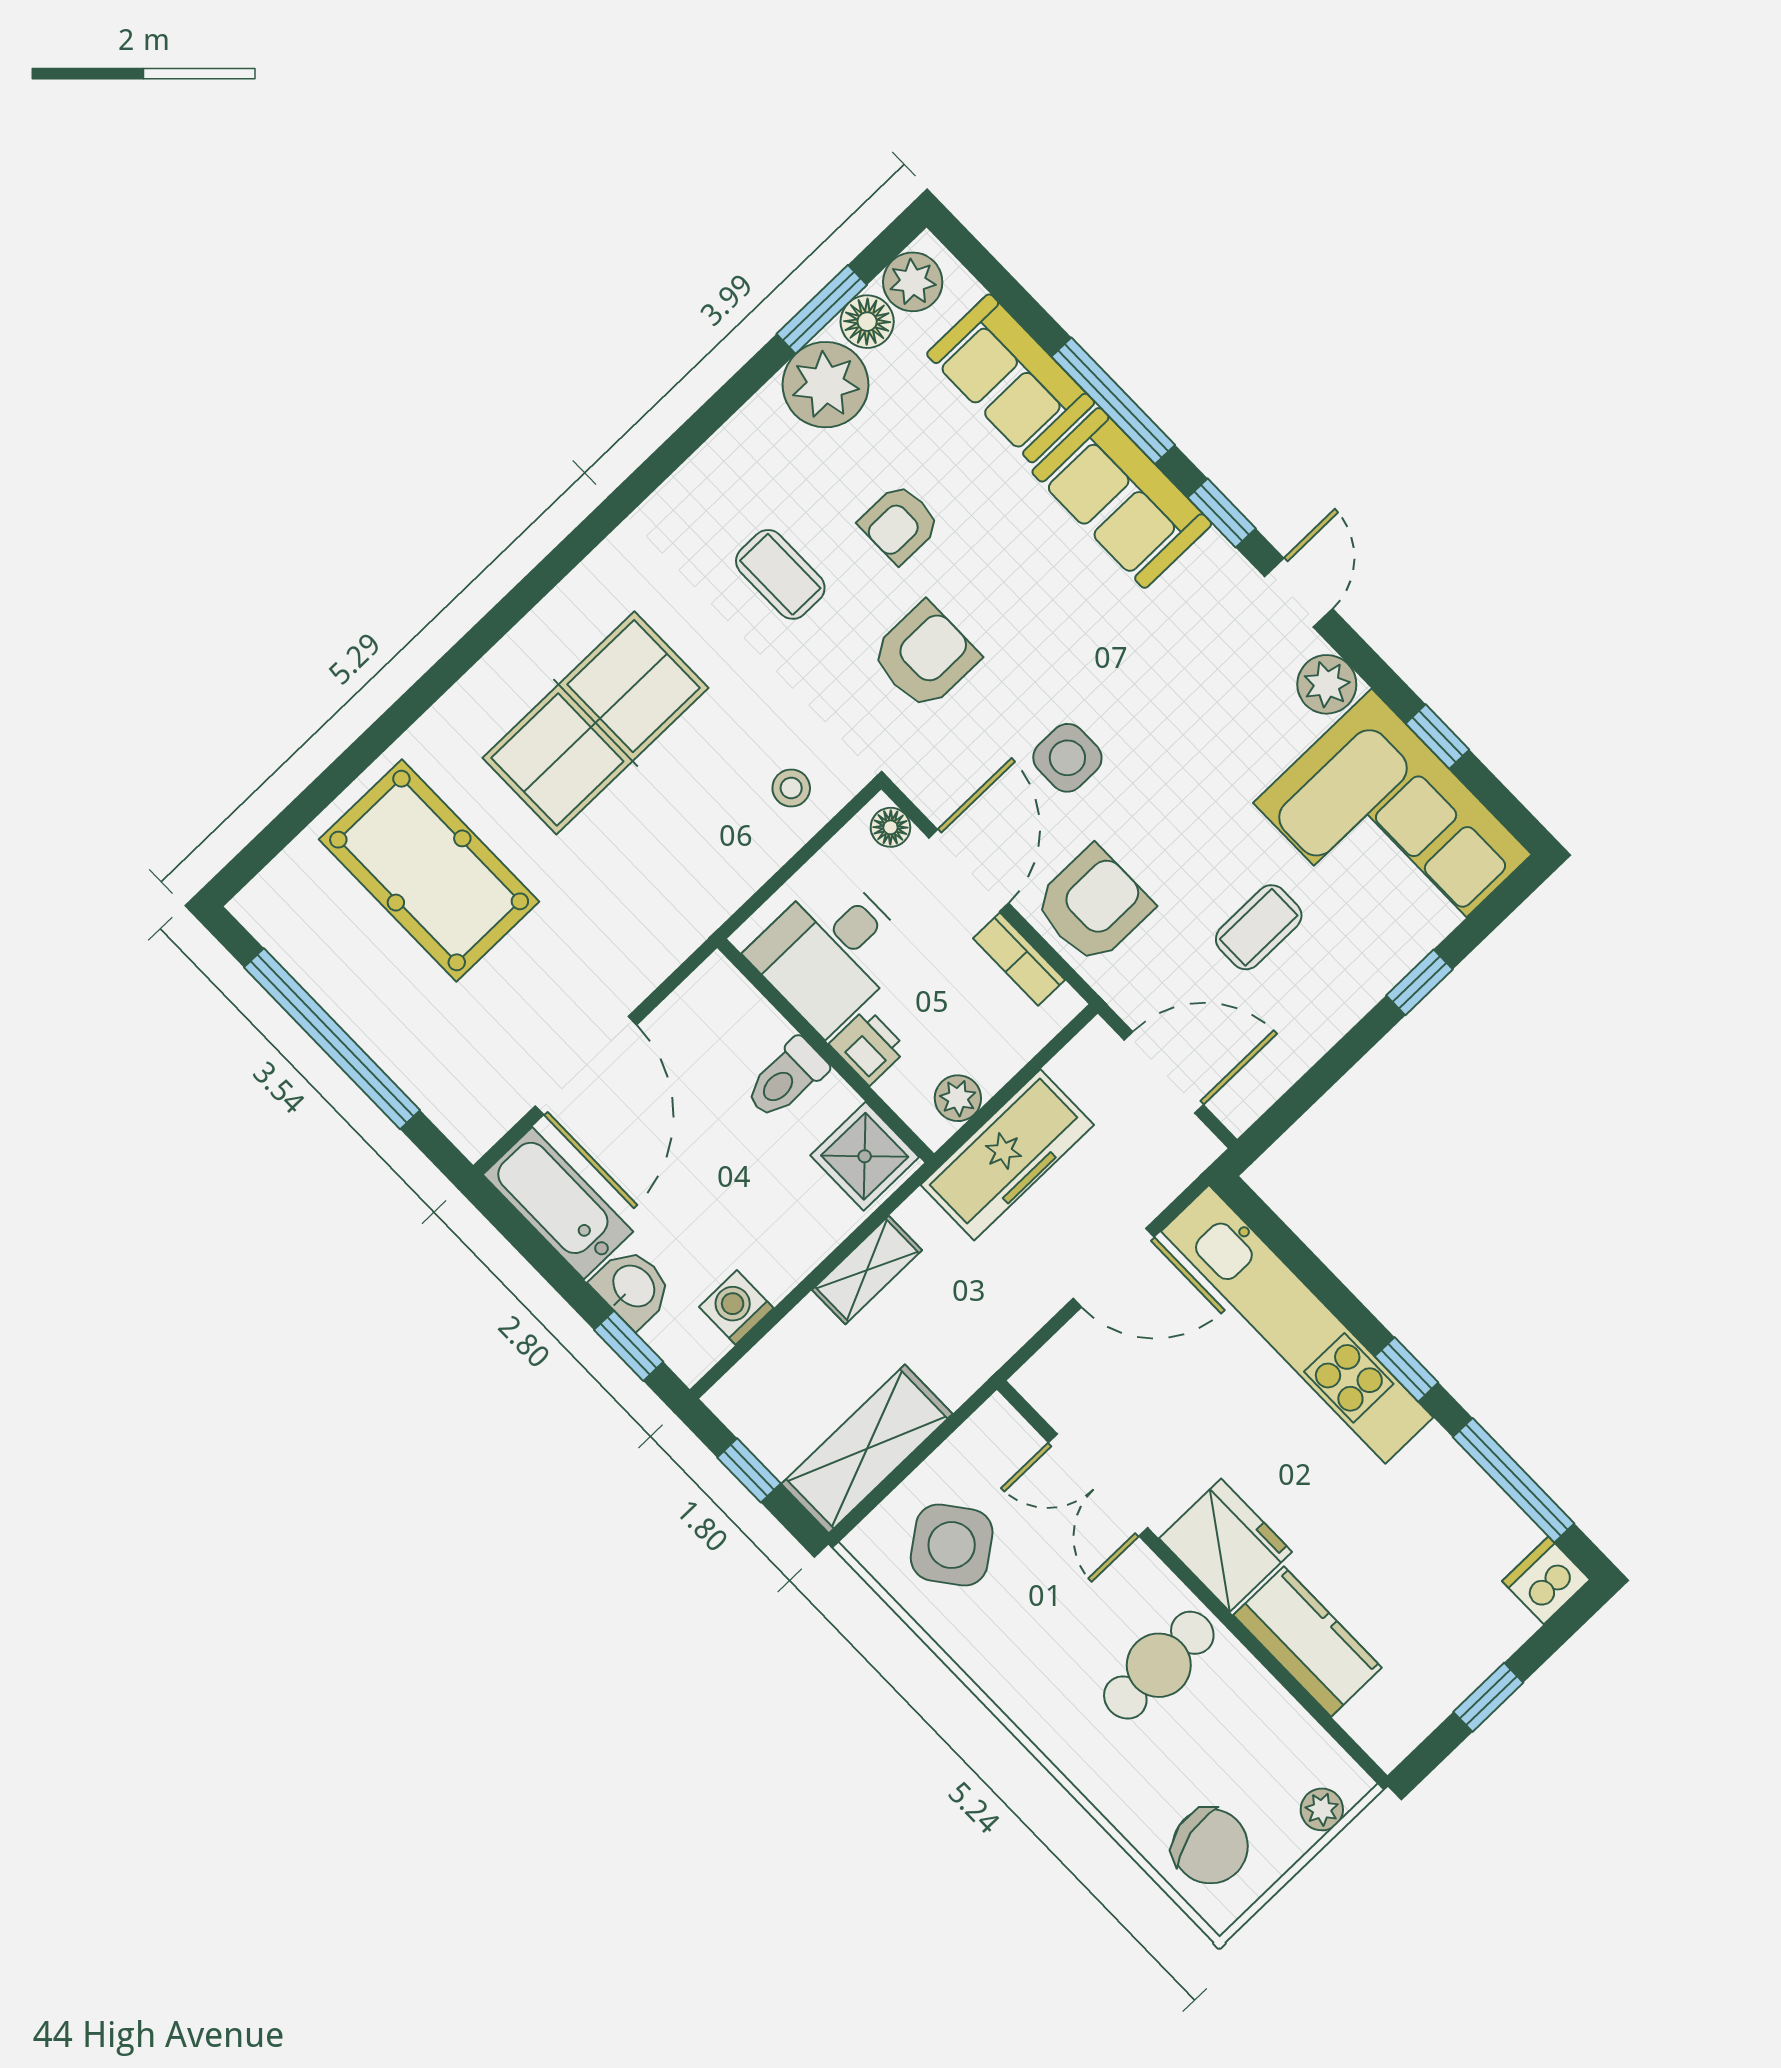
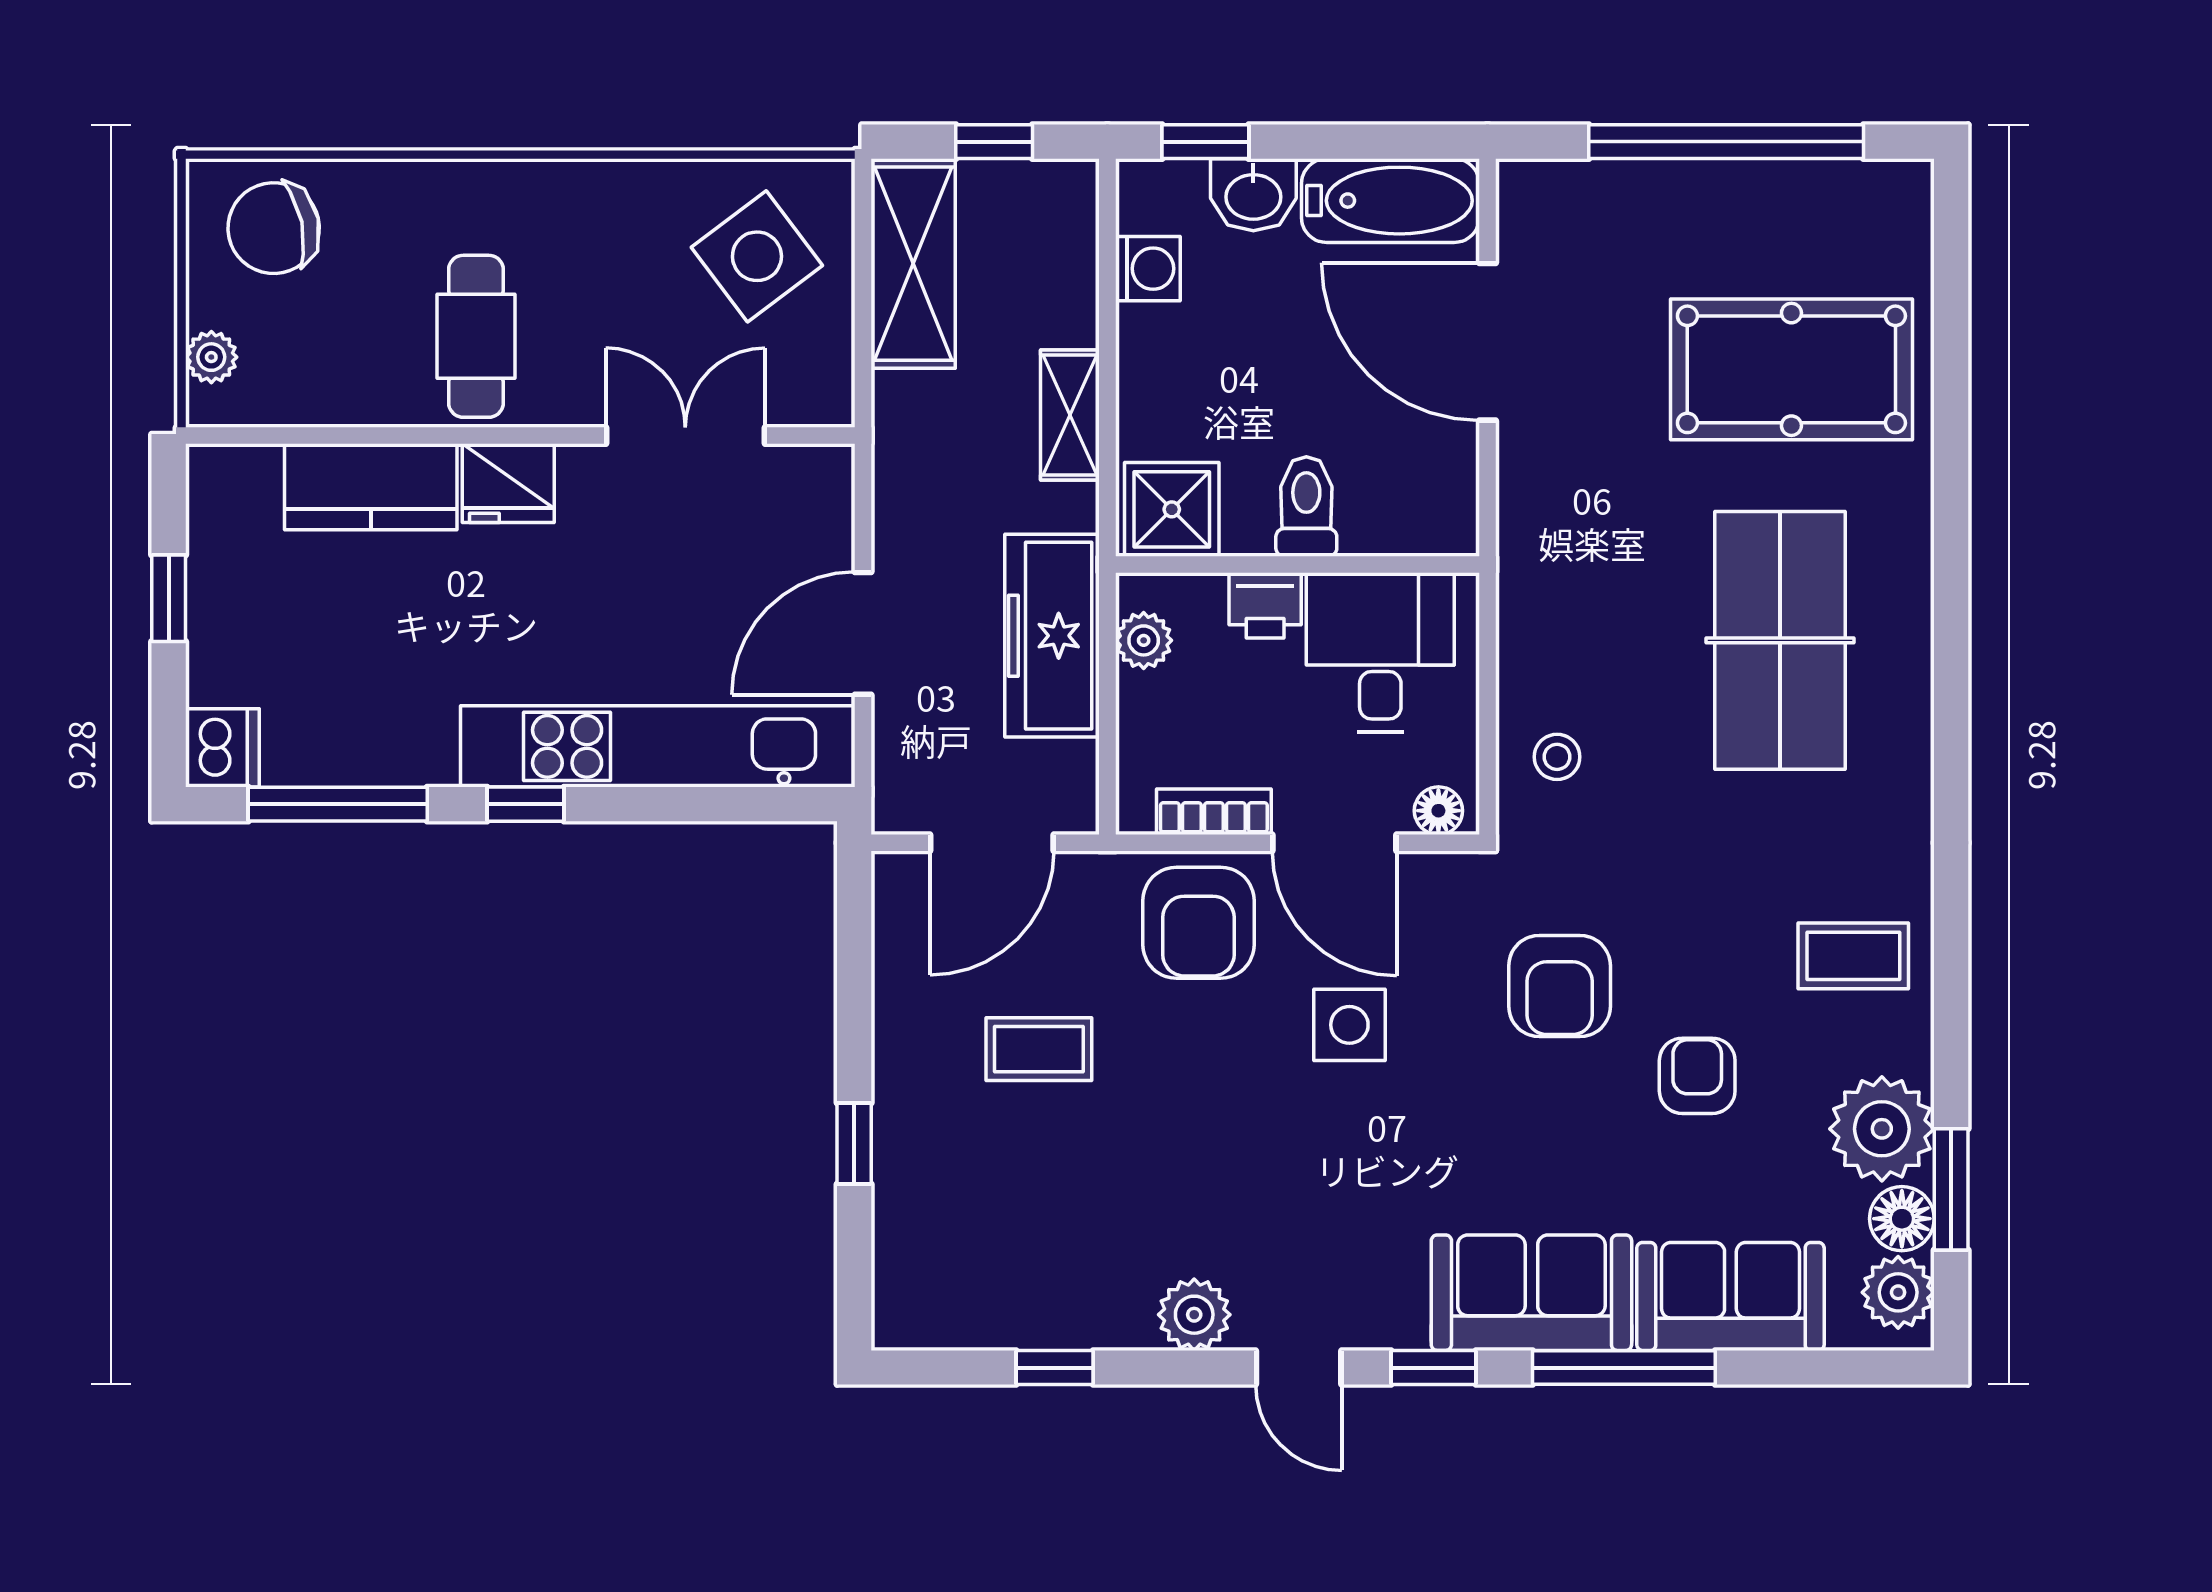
coffee table: (780, 574) -> (1853, 956), moved
corner sofa: (1392, 829) -> (1012, 1250), removed
coffee table: (1259, 927) -> (1039, 1049), turned 90
fridge: (1226, 1545) -> (508, 483), width x0.73, depth x0.75

